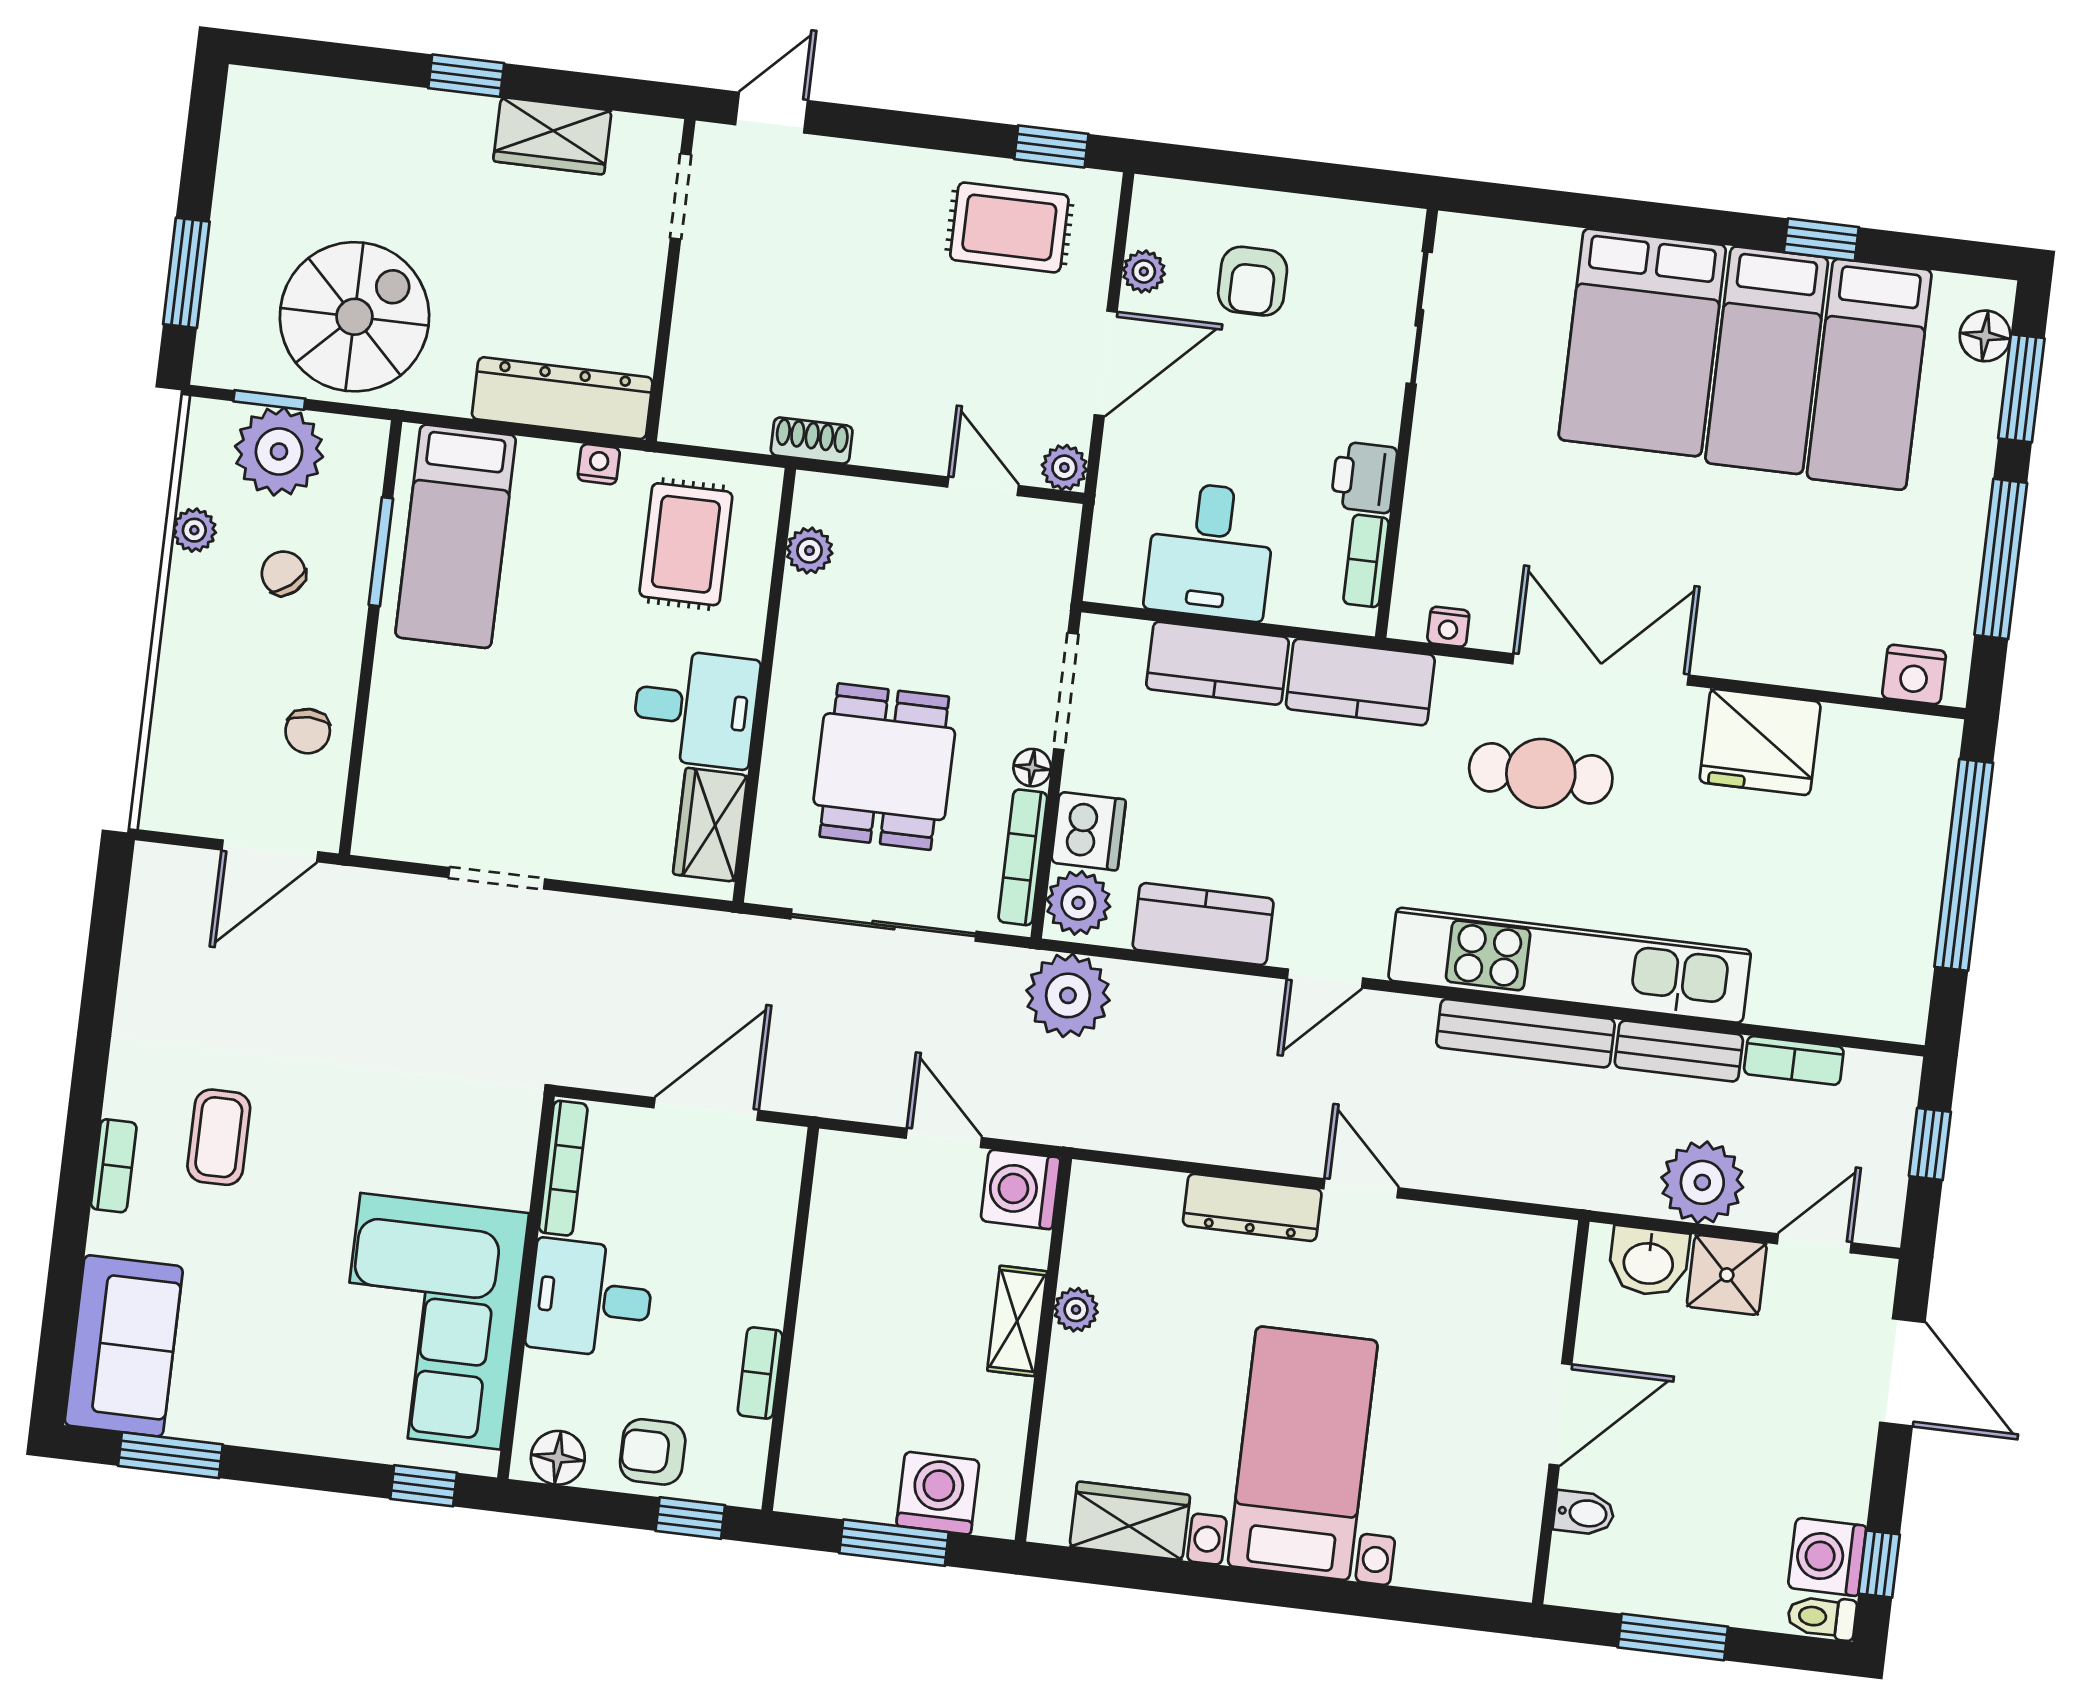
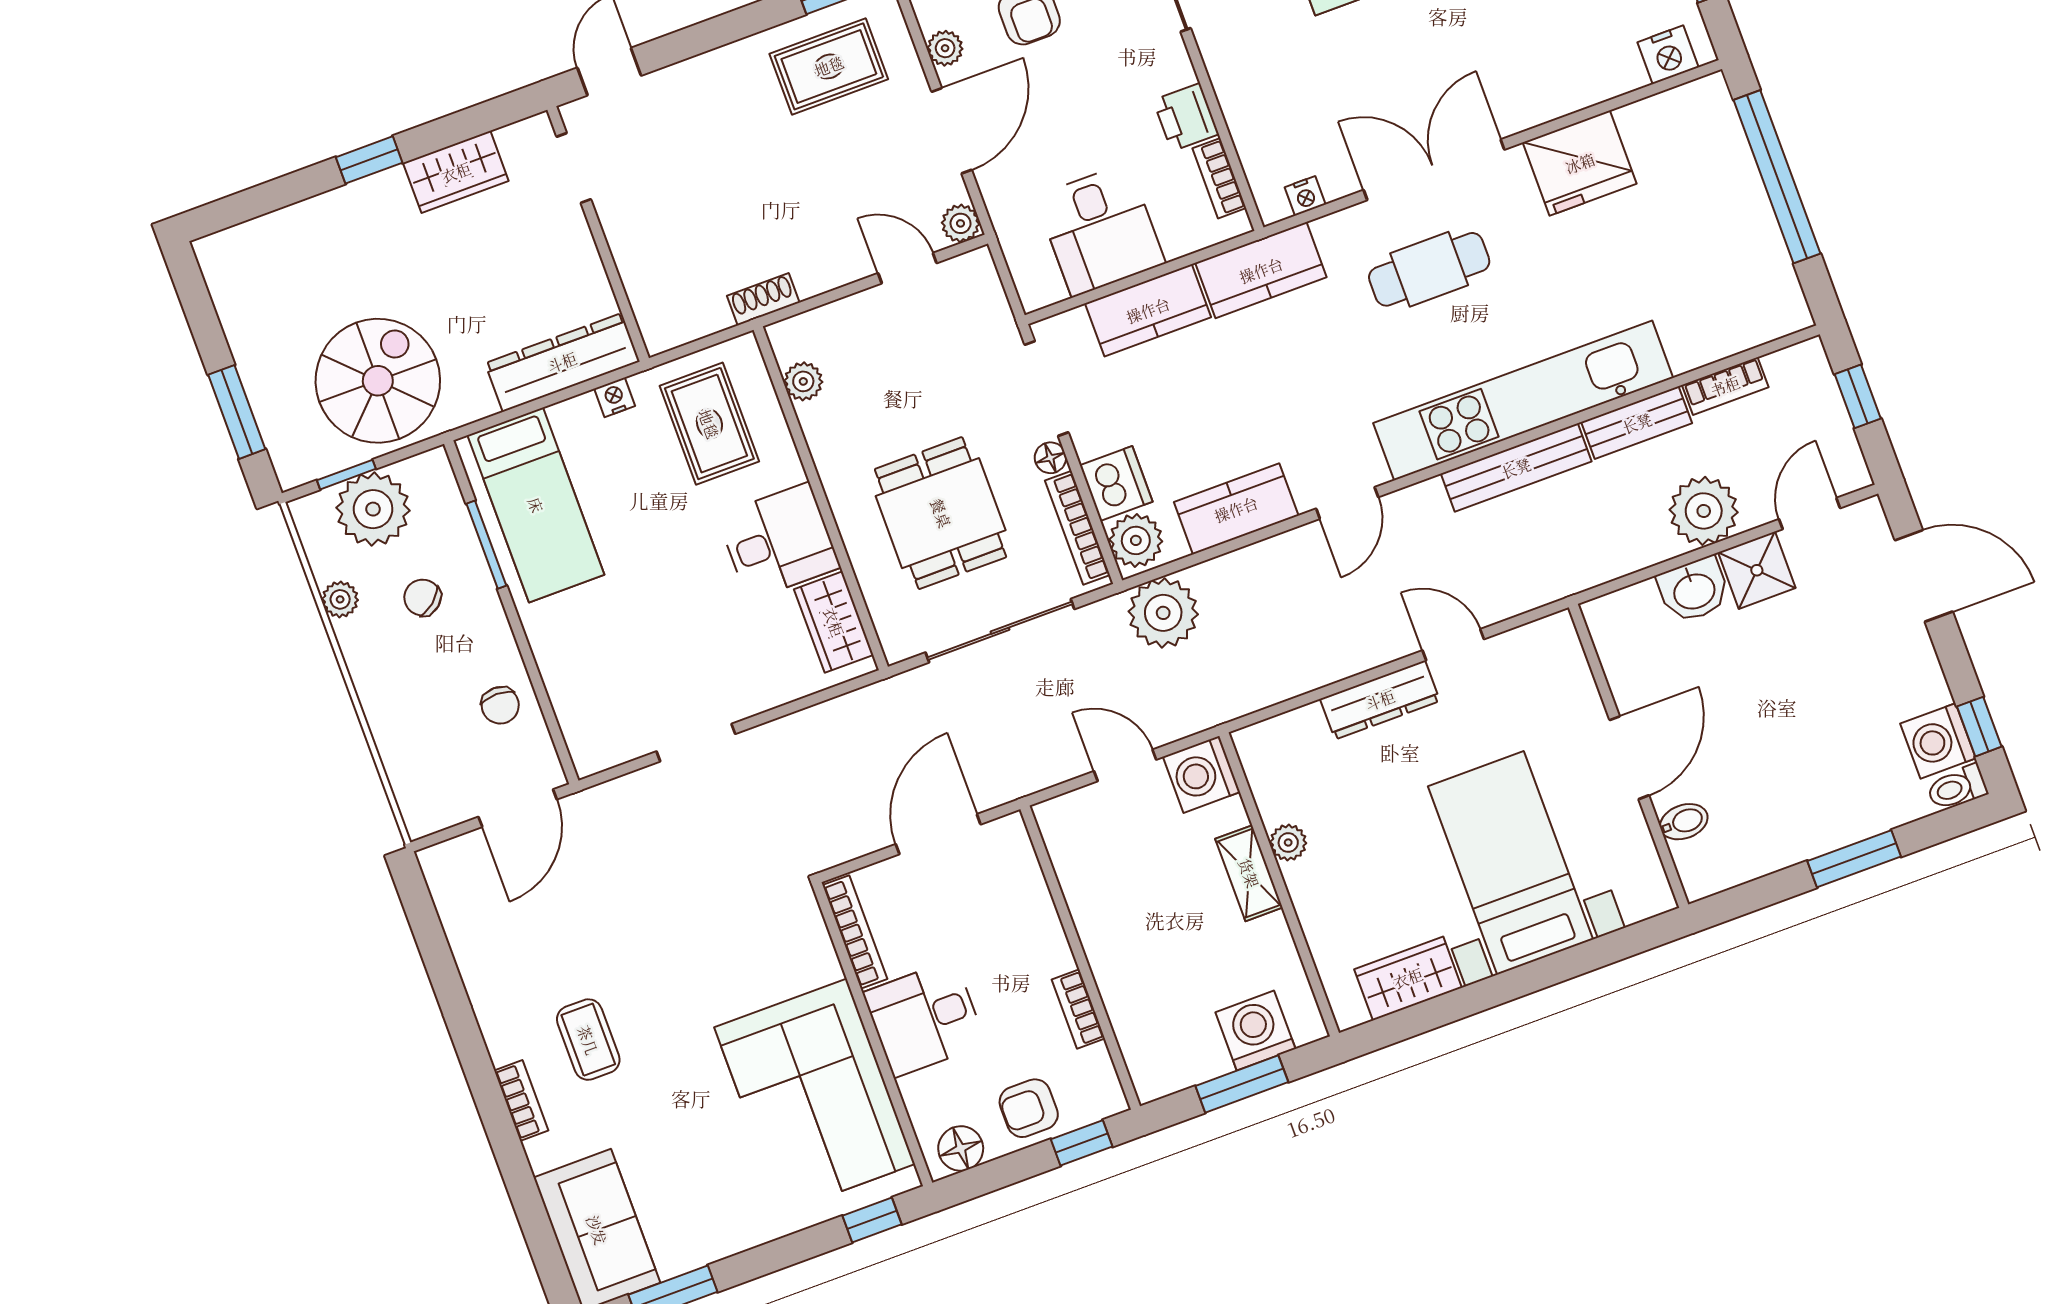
wall: (1561, 1412) -> (1629, 756), moved
door: (1561, 1414) -> (1629, 758), moved
bidet: (1584, 1513) -> (1684, 822), moved

